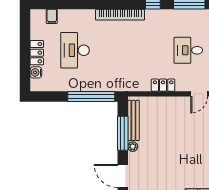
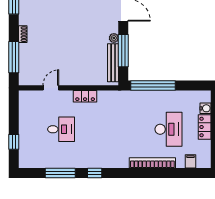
bookcase: (120, 15) -> (152, 163), moved

